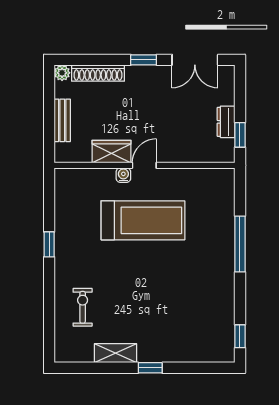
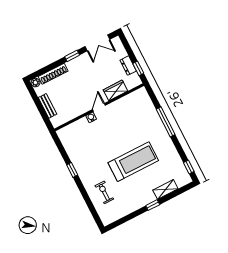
wardrobe: (112, 152) -> (116, 90), moved
treadmill: (143, 220) -> (133, 162), moved
shelving: (116, 353) -> (165, 189), moved

